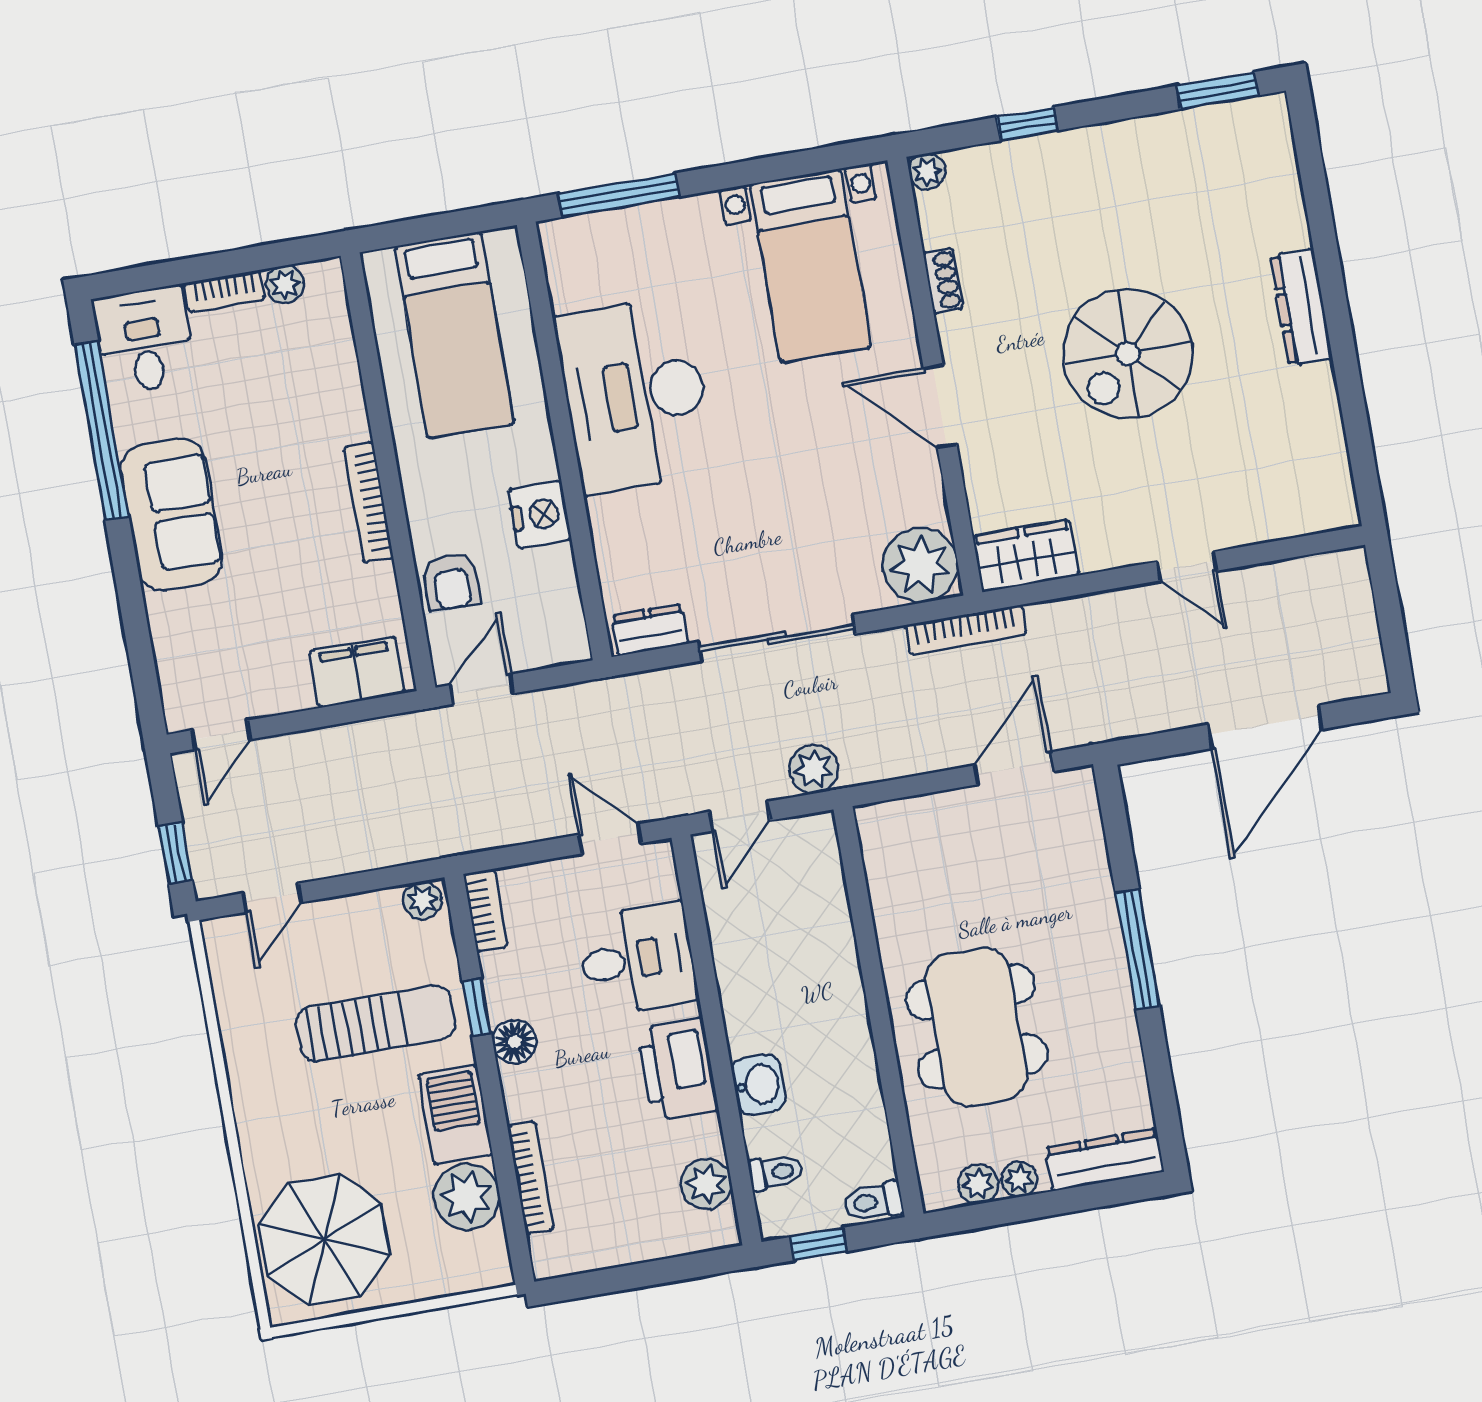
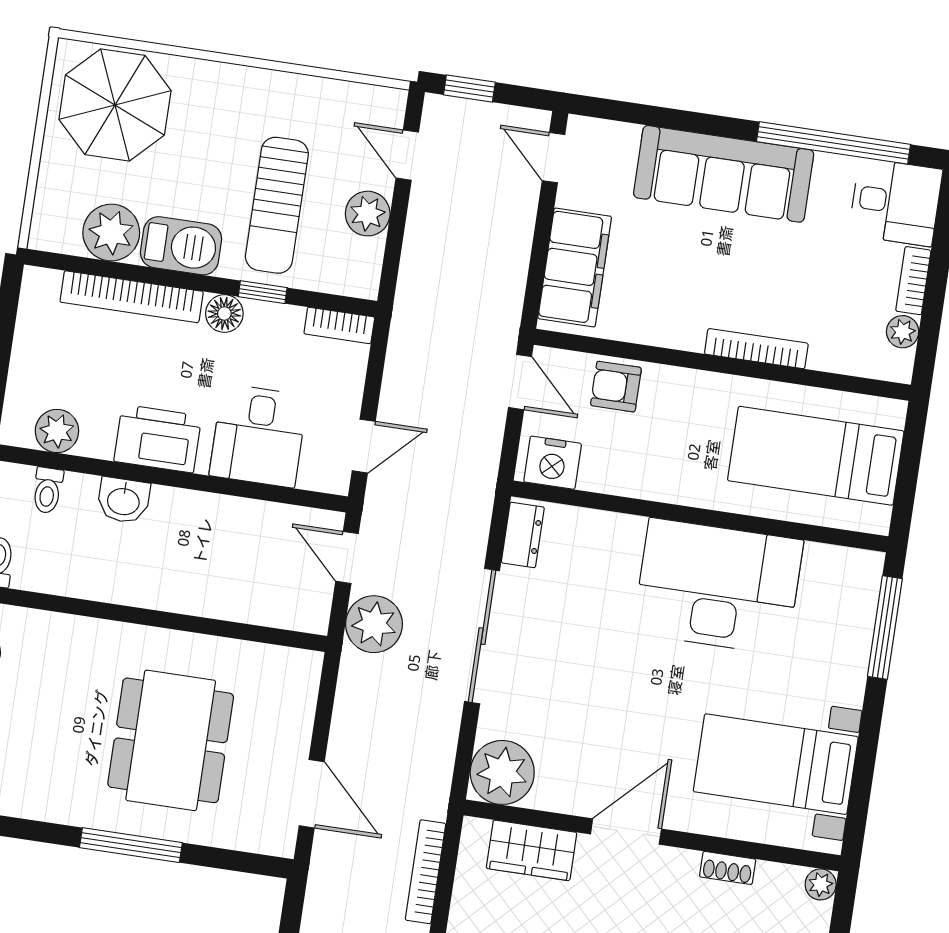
bookcase: (368, 502) -> (756, 349), moved
sofa: (172, 514) -> (724, 174), width x1.36
nightstand: (540, 514) -> (553, 463), moved
wardrobe: (1026, 556) -> (532, 850), moved, turned 90
bookcase: (966, 630) -> (426, 872), moved
filing cabinet: (357, 672) -> (575, 267), width x1.50, depth x1.17
plant: (814, 769) -> (374, 624), width x1.36, depth x1.36
plant: (422, 900) -> (368, 214), moved, width x1.38, depth x1.38
dining table: (977, 1027) -> (171, 740), moved, turned 90
bookcase: (530, 1178) -> (132, 297), width x1.48, depth x1.31

